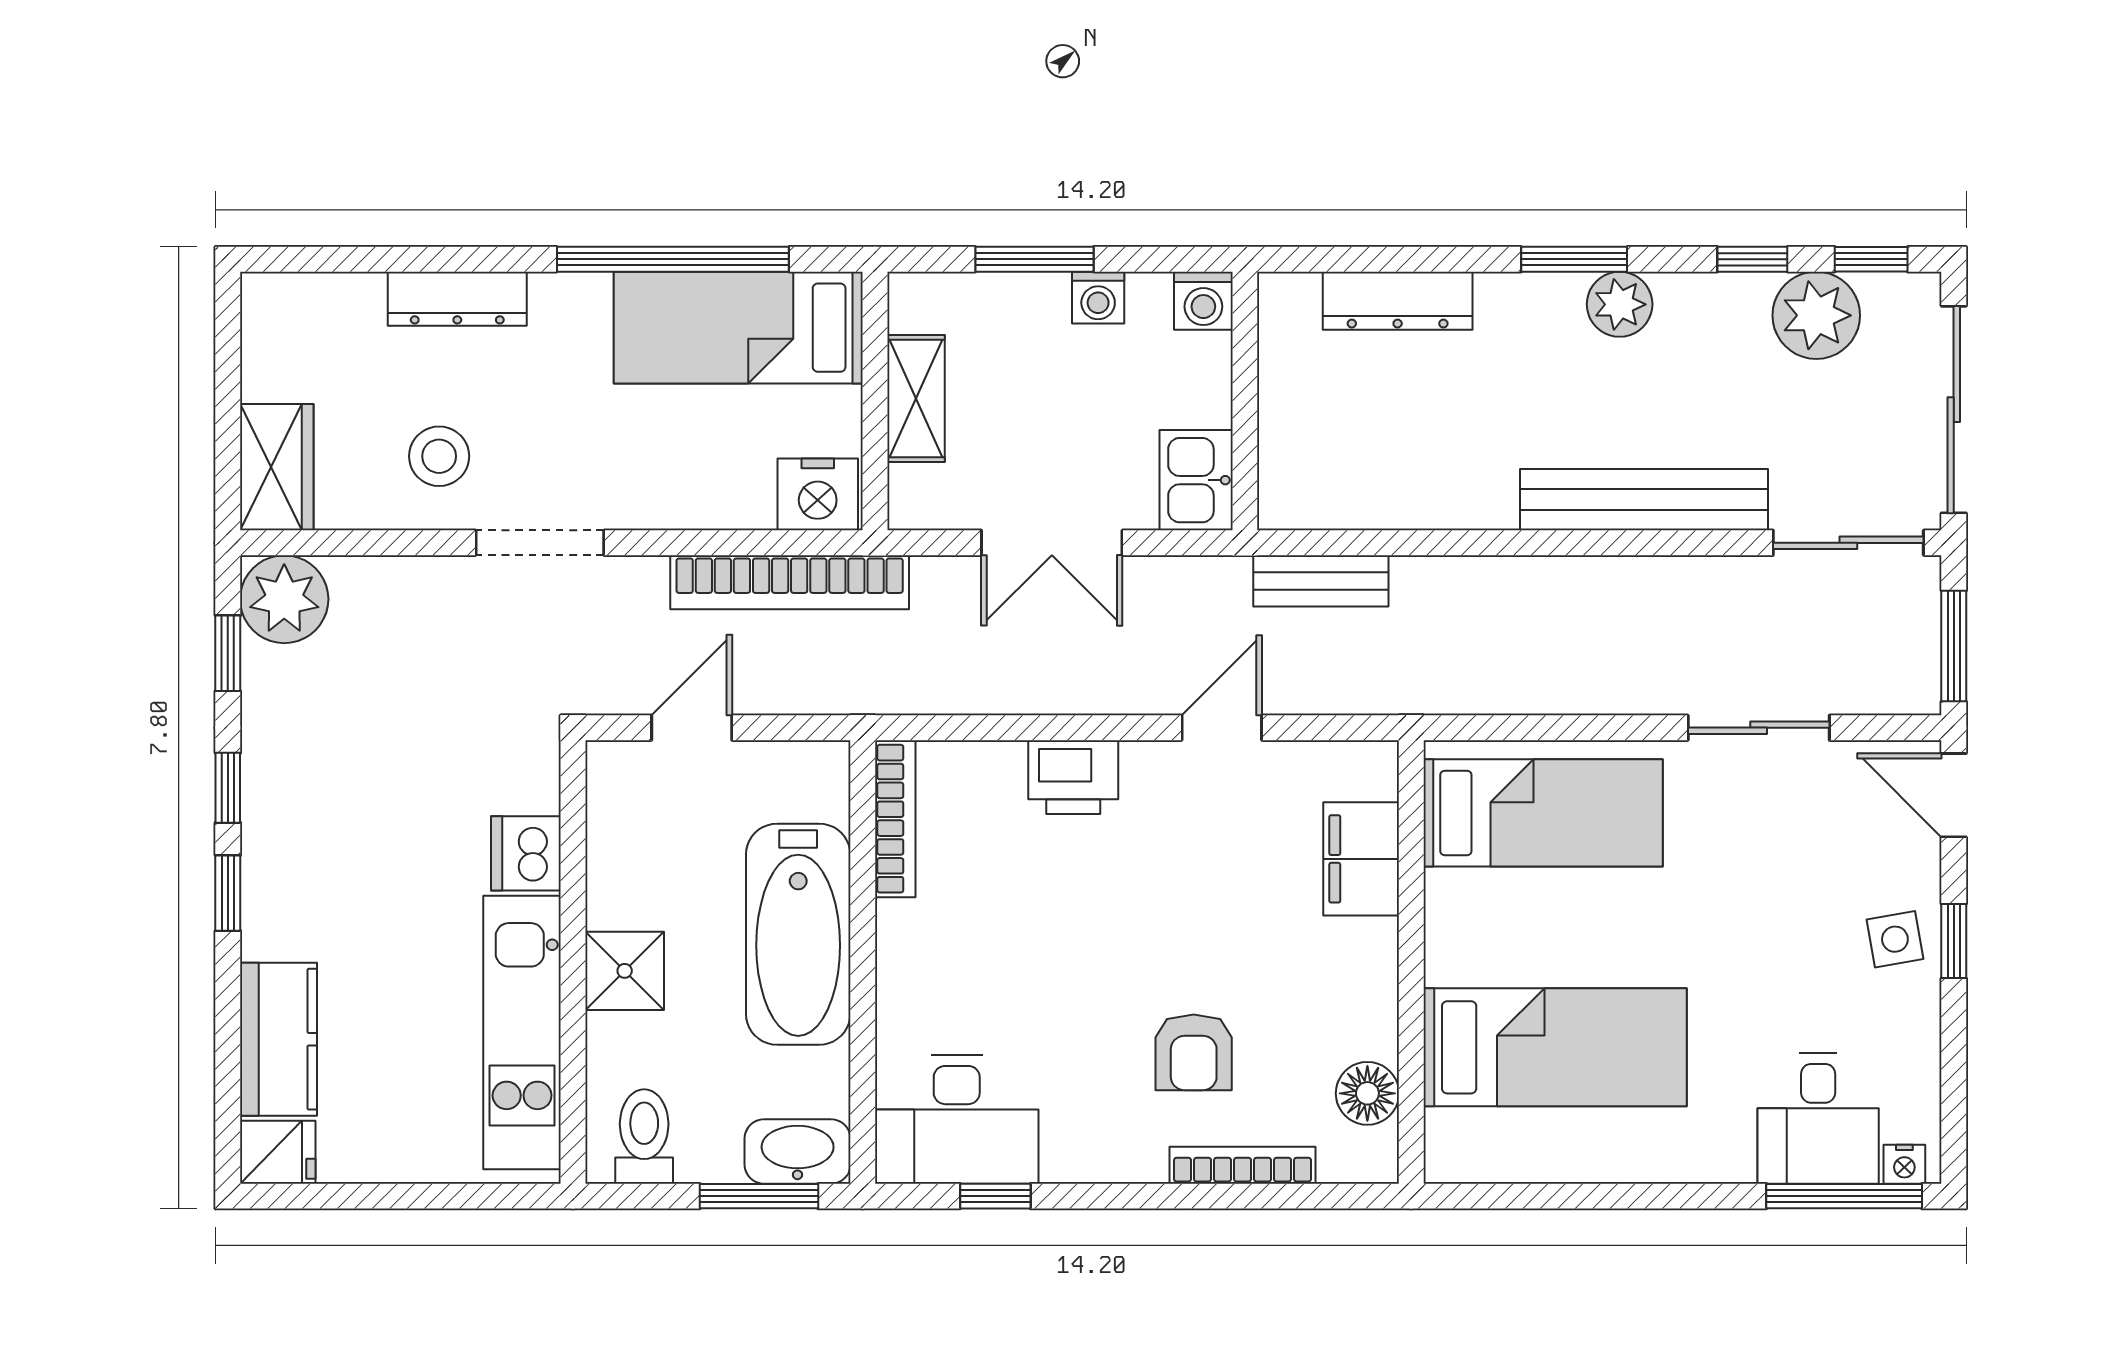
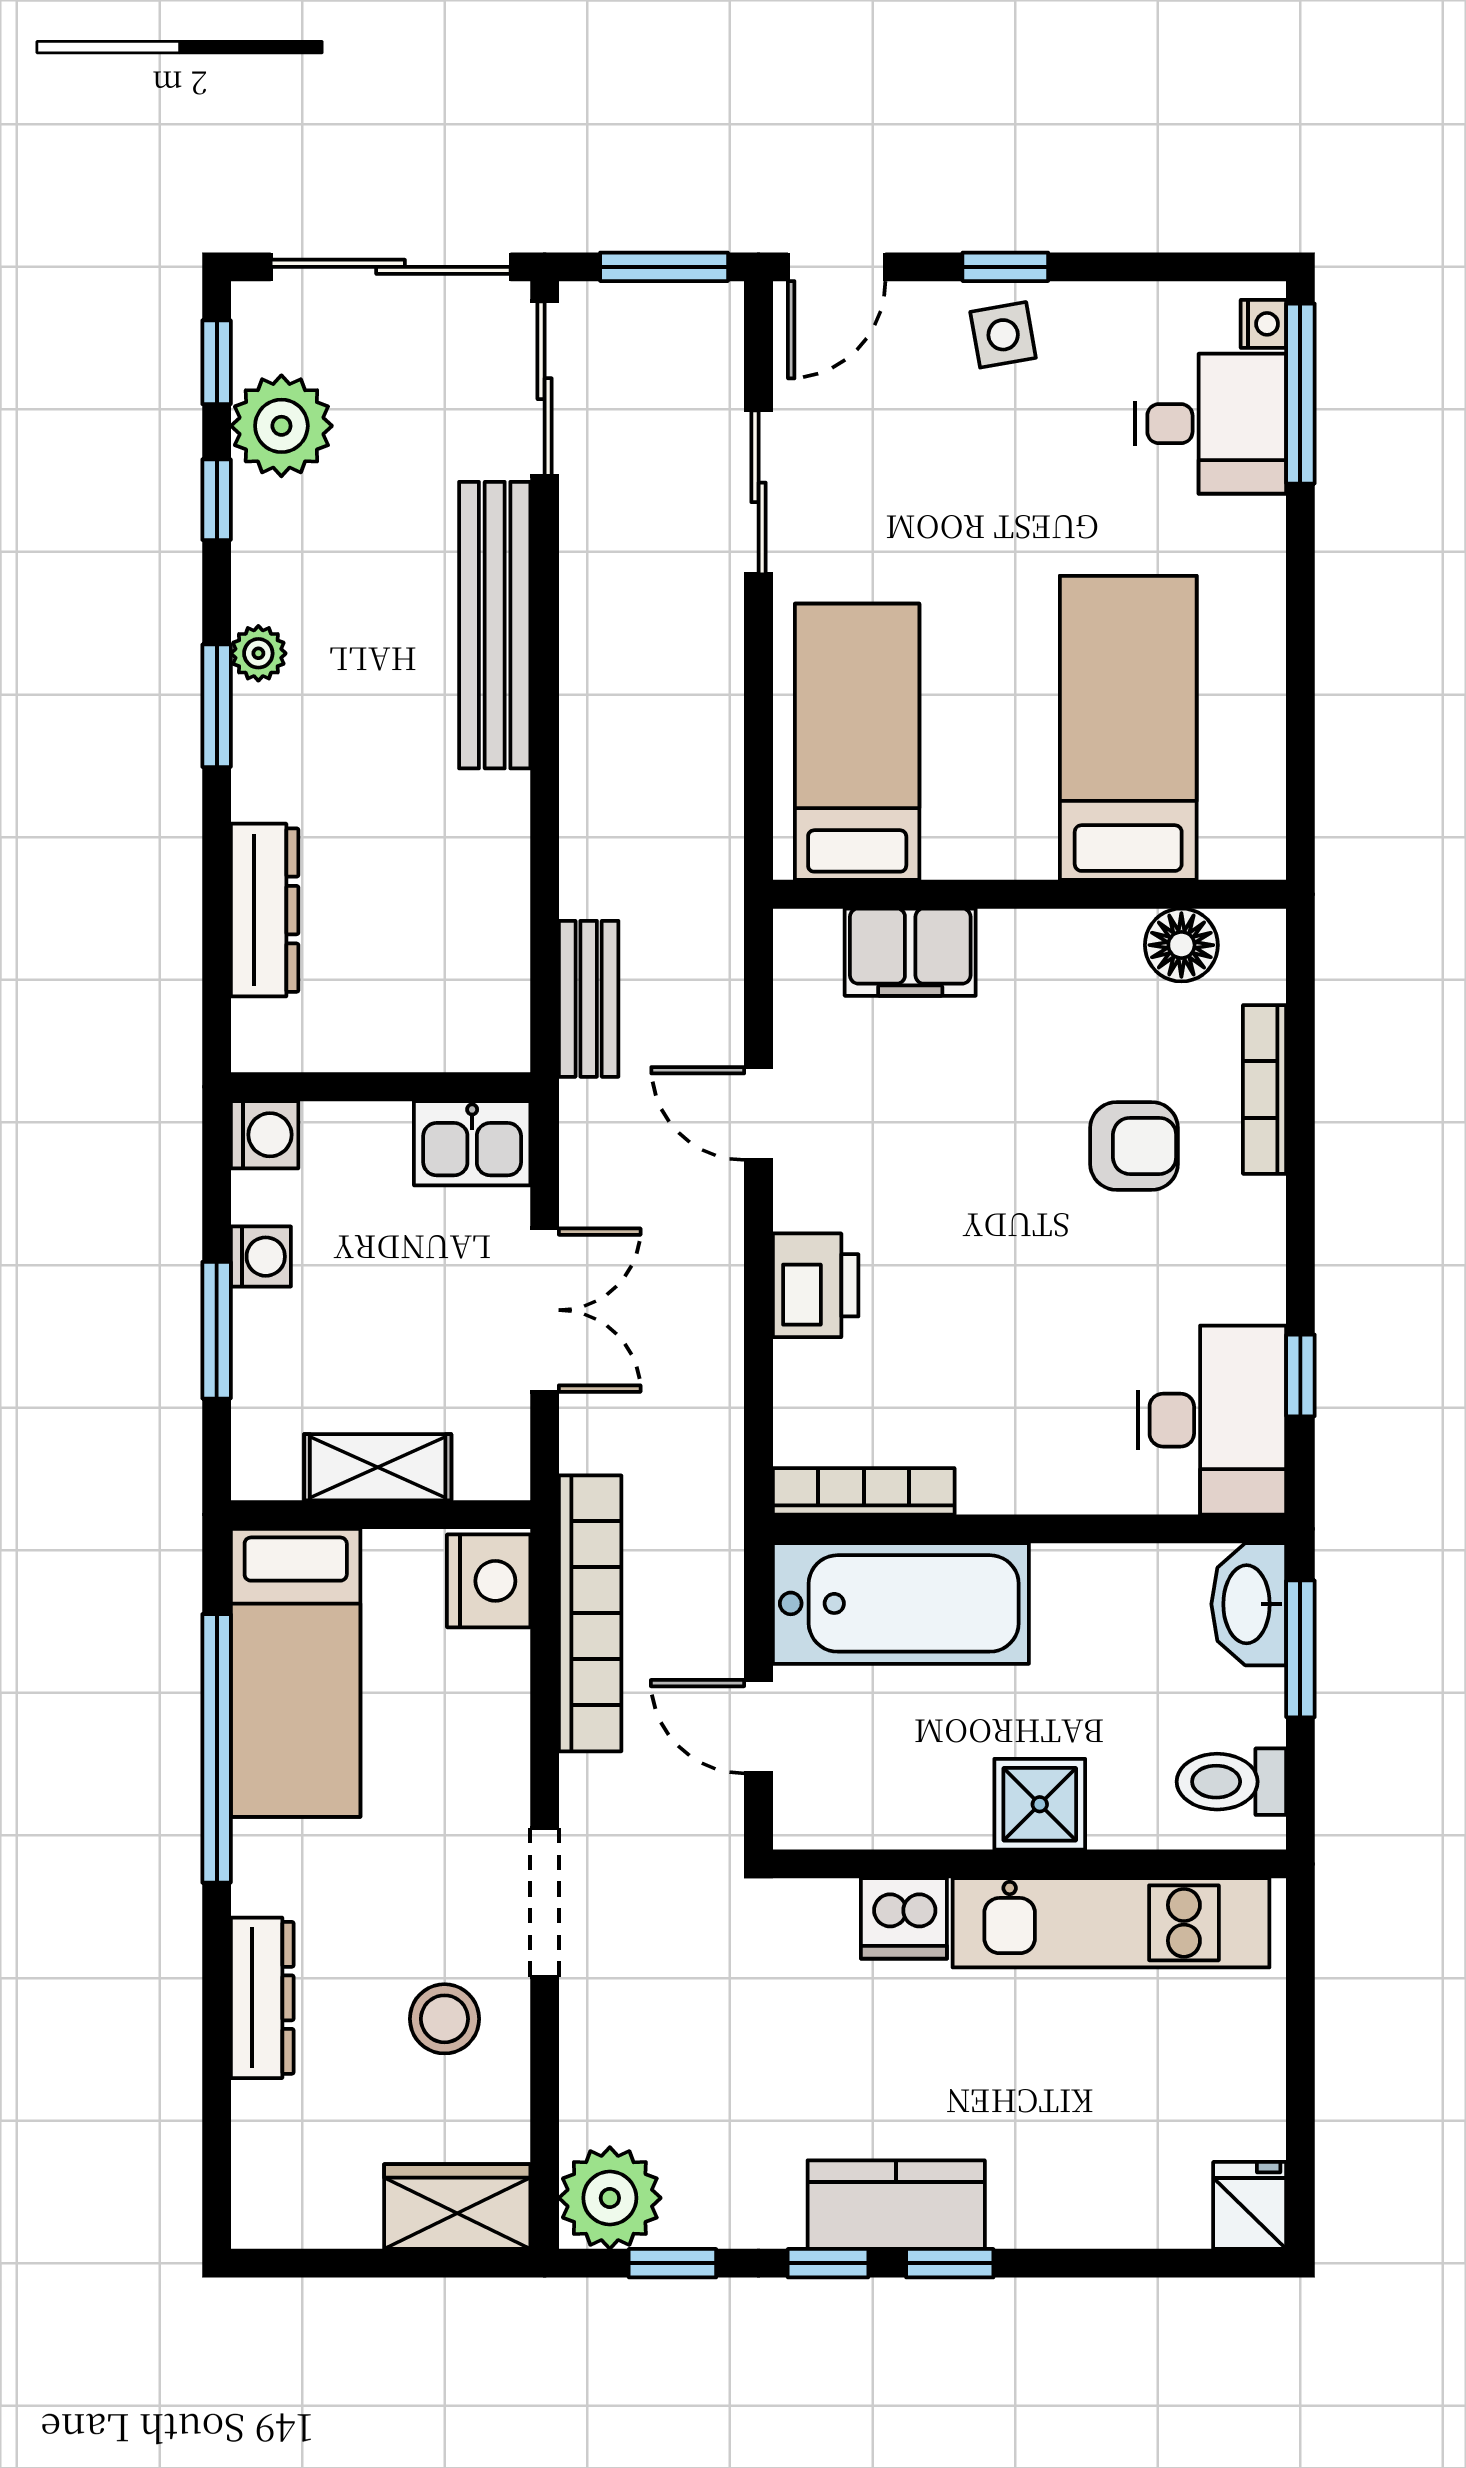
plant: (1620, 304) -> (258, 653), width x0.73, depth x0.73
bathtub: (798, 934) -> (901, 1603), moved
kitchen counter: (278, 1039) -> (896, 2205), moved

